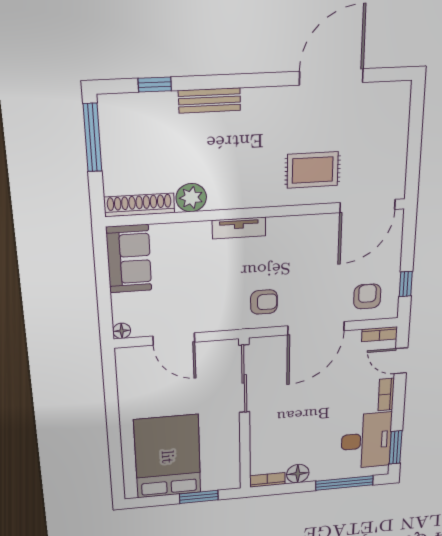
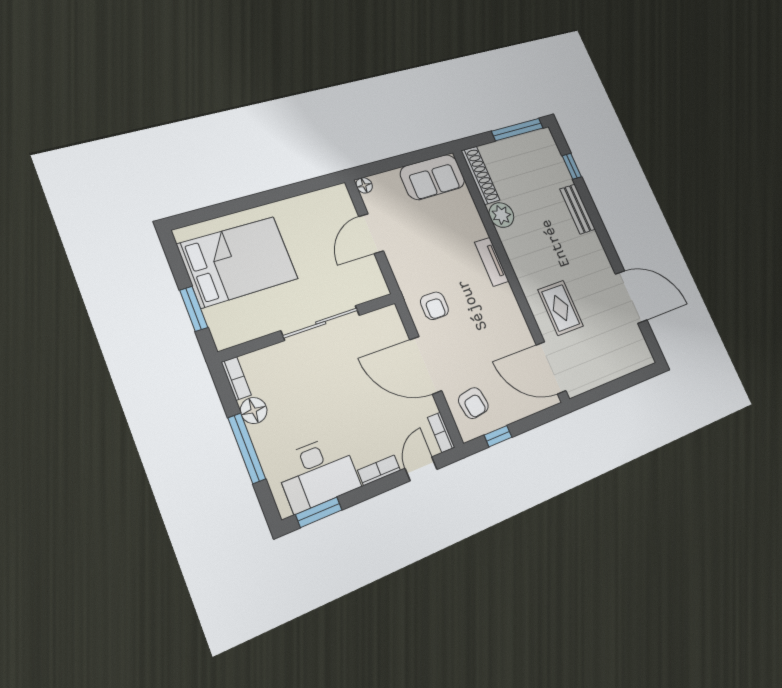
armchair: (367, 296) -> (473, 403), turned 81
sliding door: (244, 379) -> (321, 323), moved
window: (344, 483) -> (247, 448), moved

